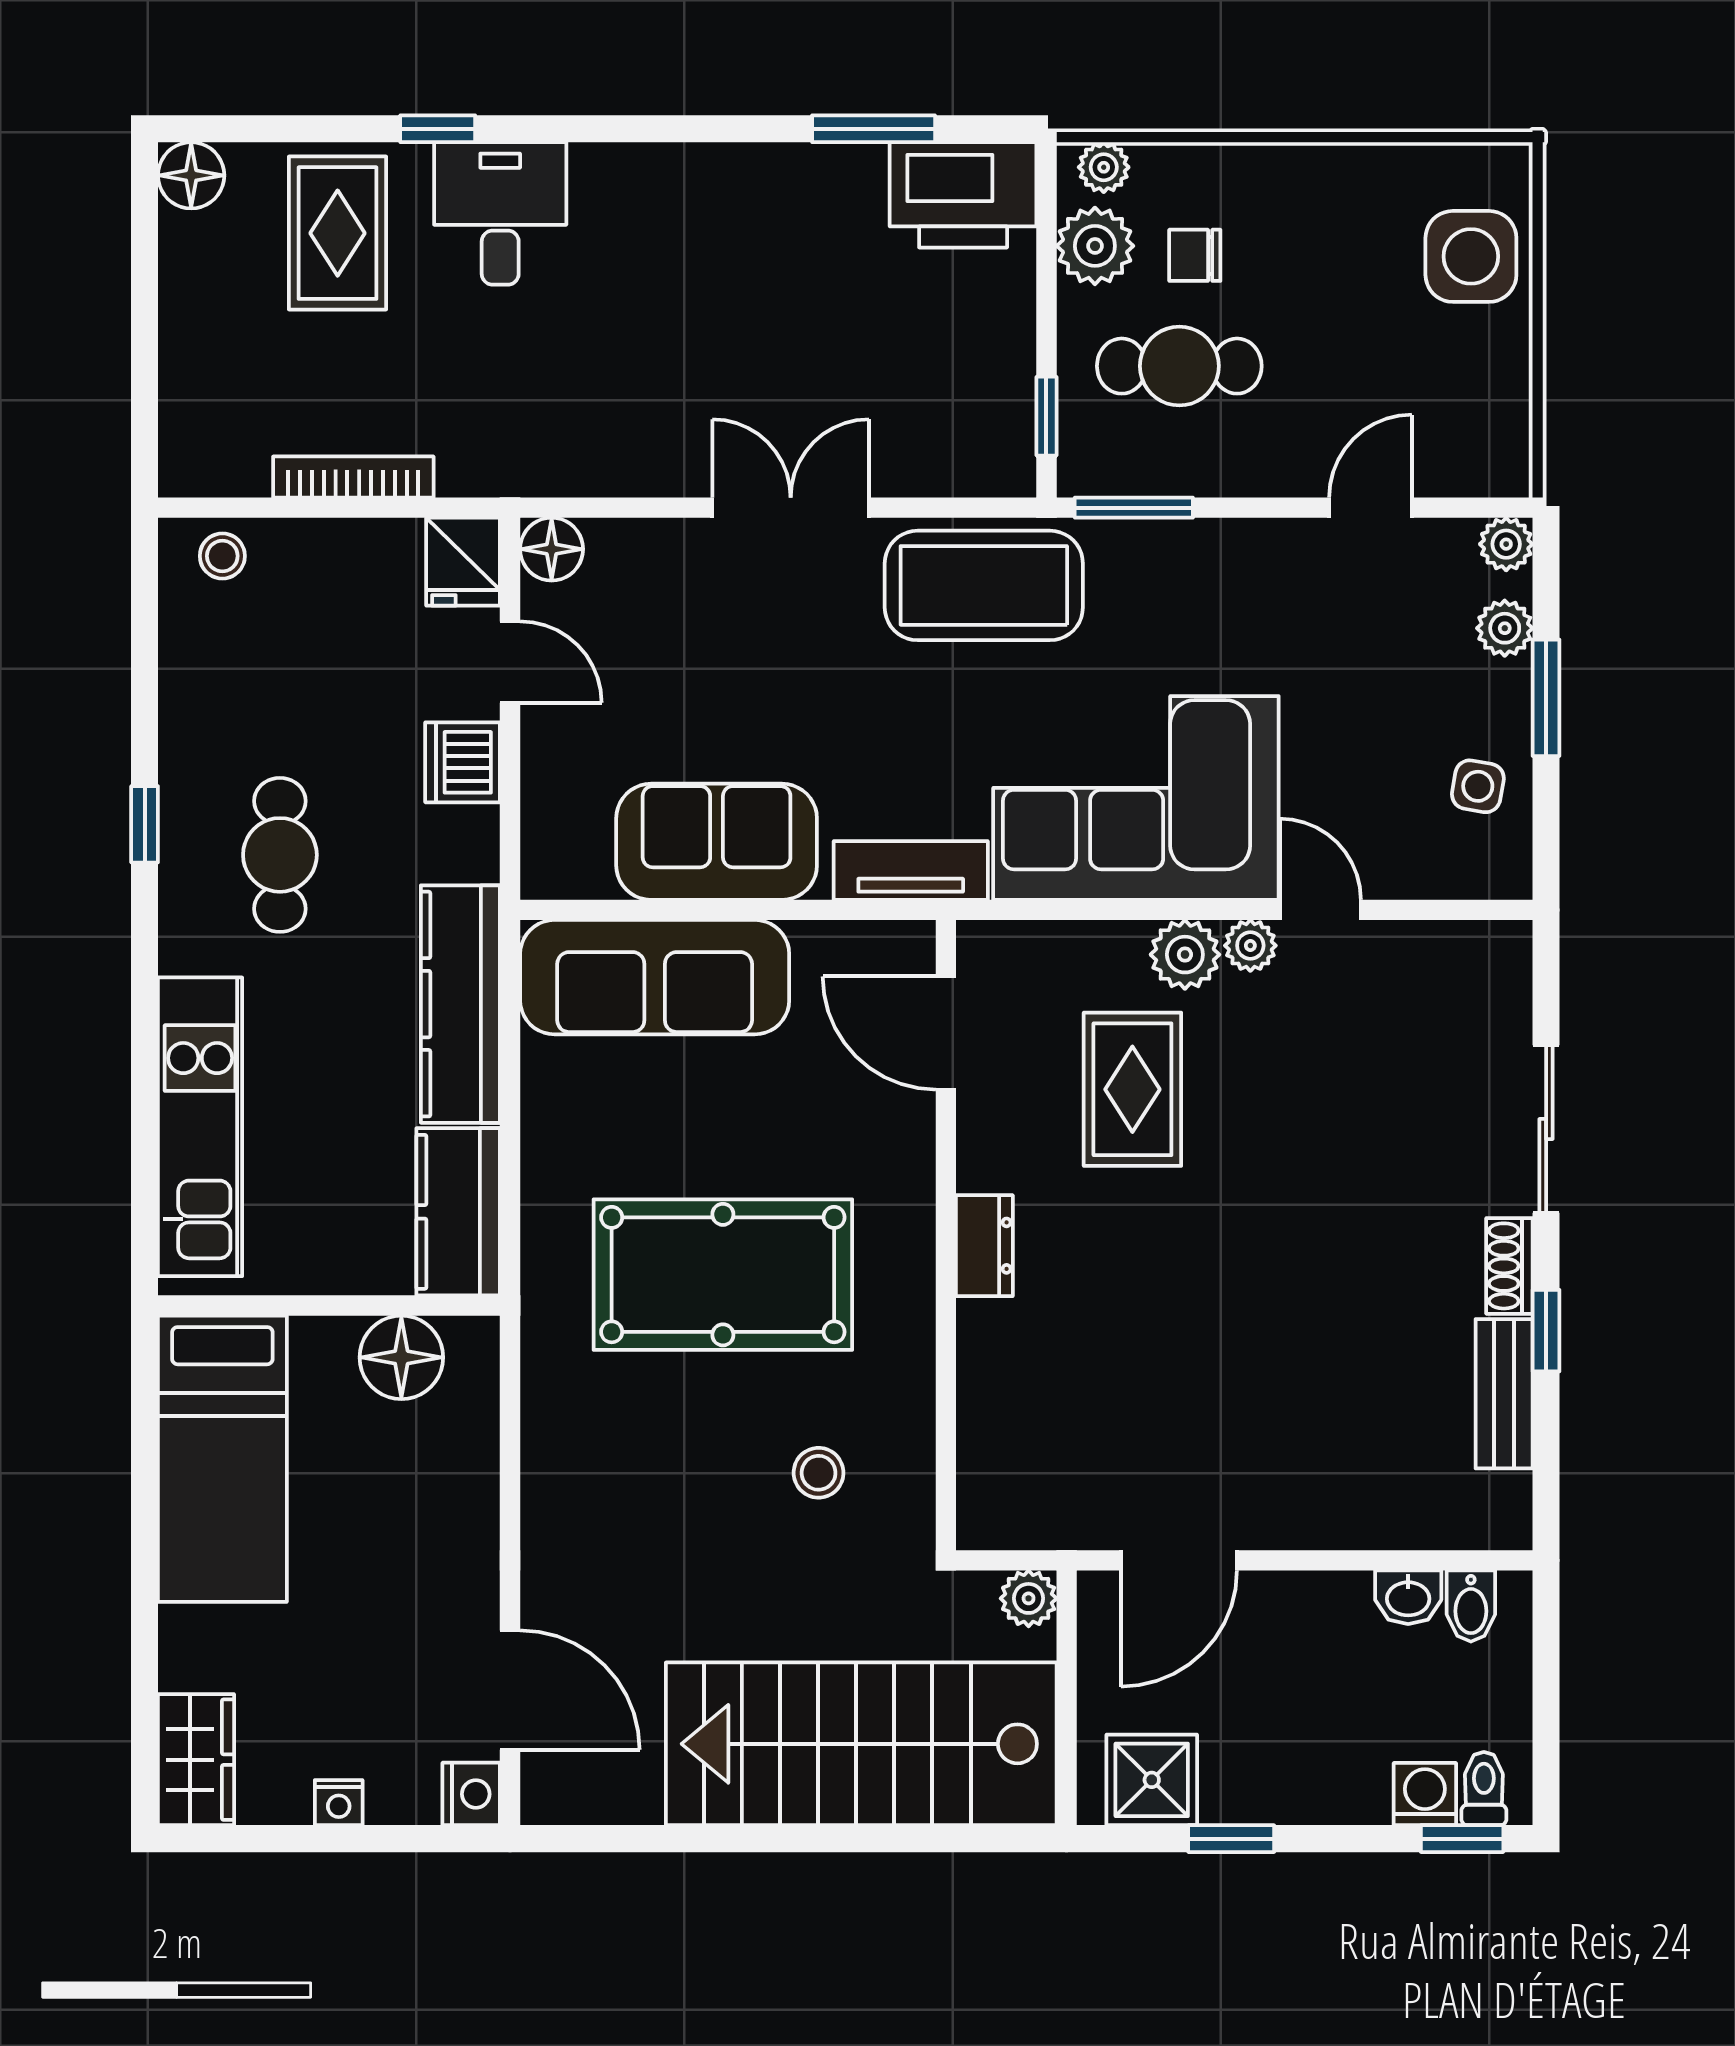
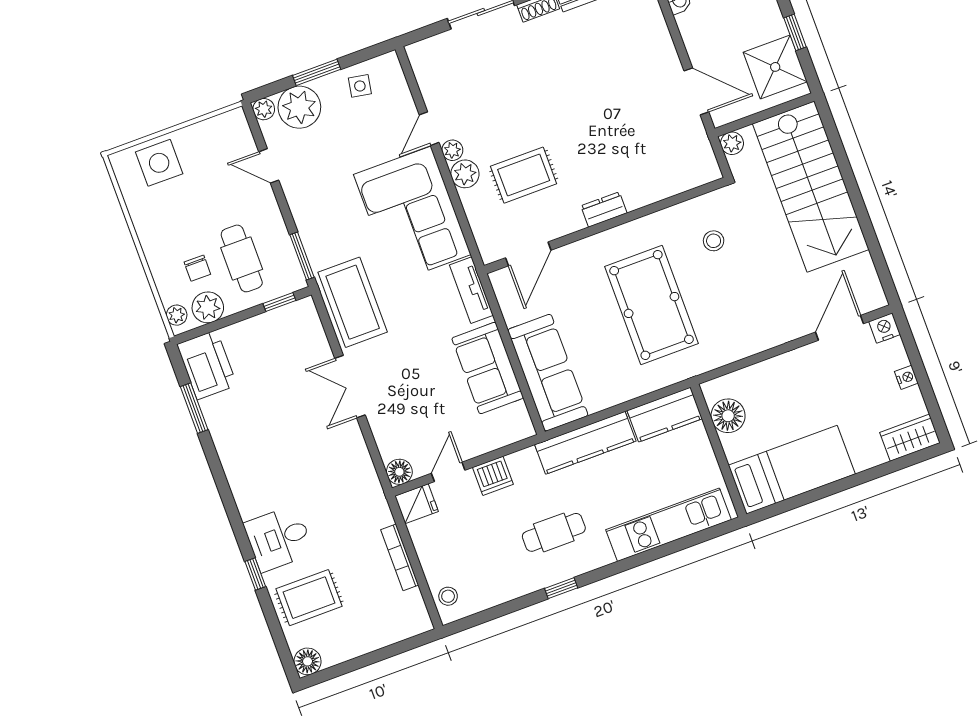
plant: (1505, 628) -> (299, 107), width x1.87, depth x1.87
shower: (1152, 1780) -> (775, 67), width x1.36, depth x1.36

